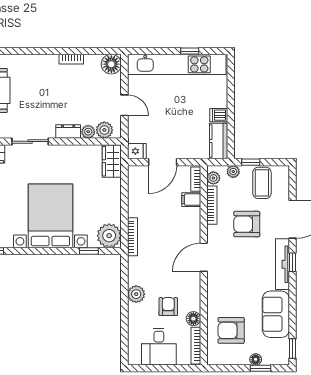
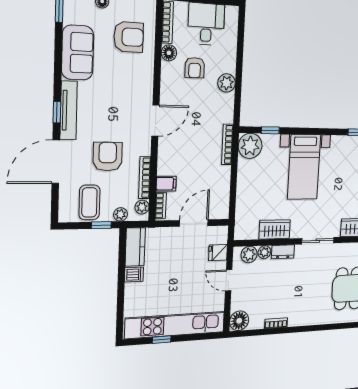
fridge: (137, 151) -> (218, 253), moved
wardrobe: (112, 161) -> (275, 229), moved, turned -90
bed with nightstands: (50, 216) -> (304, 167), width x0.73
armchair: (247, 224) -> (108, 157), turned -90

